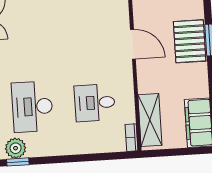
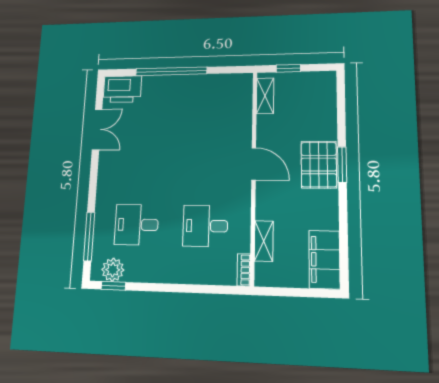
desk: (32, 107) -> (136, 225), width x0.73
shelving: (150, 120) -> (264, 241), width x0.67, depth x0.75

